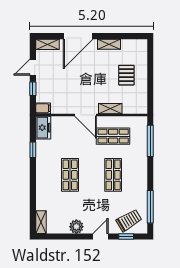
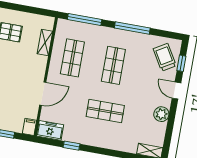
shelving: (110, 109) -> (45, 42), moved
door: (86, 115) -> (43, 94), moved
shop shelf: (113, 175) -> (113, 65), turned 90
window: (150, 207) -> (132, 28), moved

